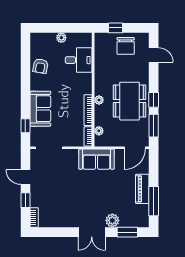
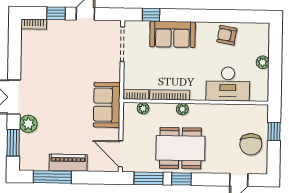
chair: (126, 46) -> (251, 144), turned -92
desk: (79, 60) -> (228, 84), width x1.37

